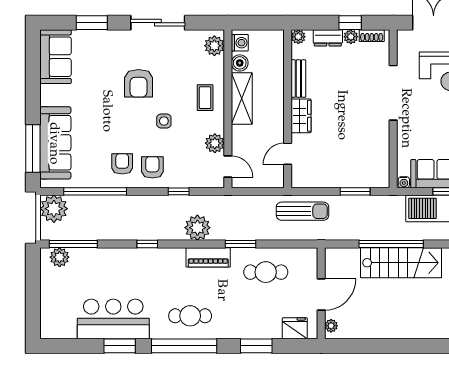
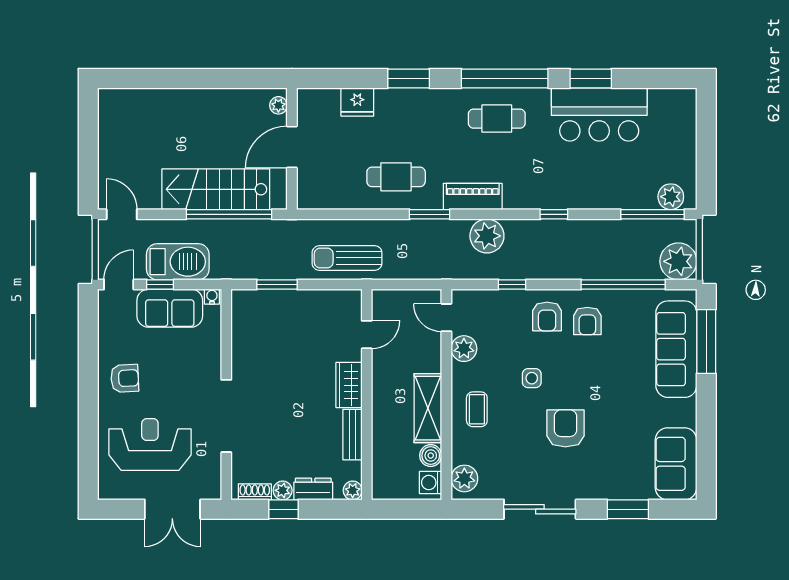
wall: (321, 293) -> (292, 149), moved
door: (321, 294) -> (292, 147), moved
plant: (331, 326) -> (278, 105), moved

